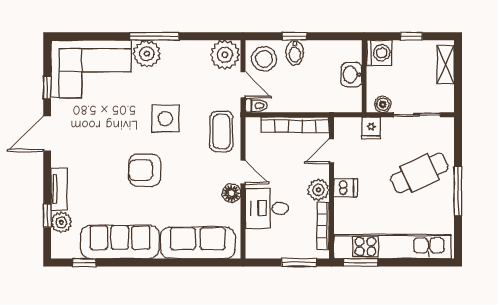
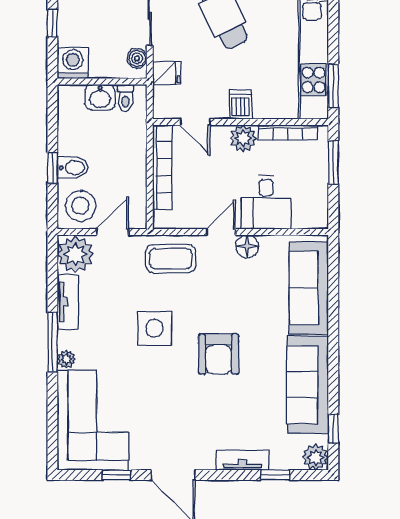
tv unit: (187, 48) -> (68, 302), added
plant: (147, 54) -> (66, 359), width x0.53, depth x0.53
toilet: (256, 106) -> (125, 98), moved, turned 180
plant: (61, 222) -> (316, 457), moved

